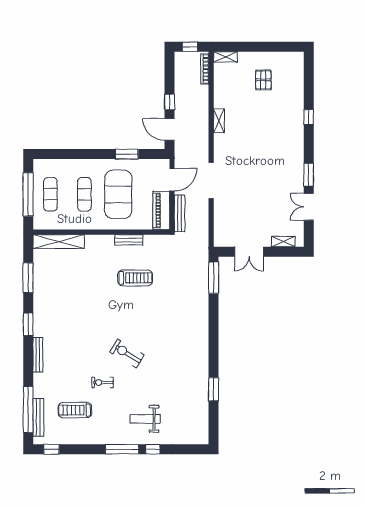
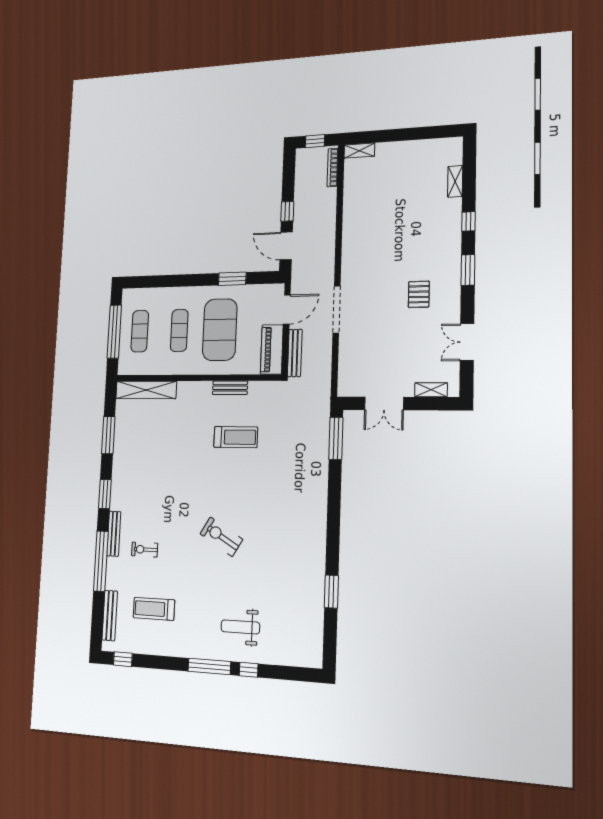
pallet: (263, 80) -> (419, 294), moved
shelving: (219, 121) -> (455, 181), moved
window: (309, 175) -> (468, 270), moved
exercise bike: (102, 382) -> (145, 550), moved
window: (28, 410) -> (101, 561), moved

